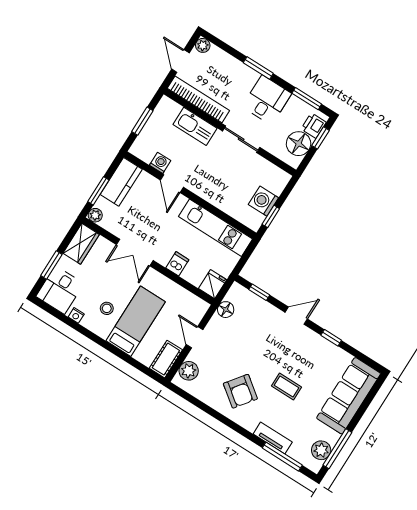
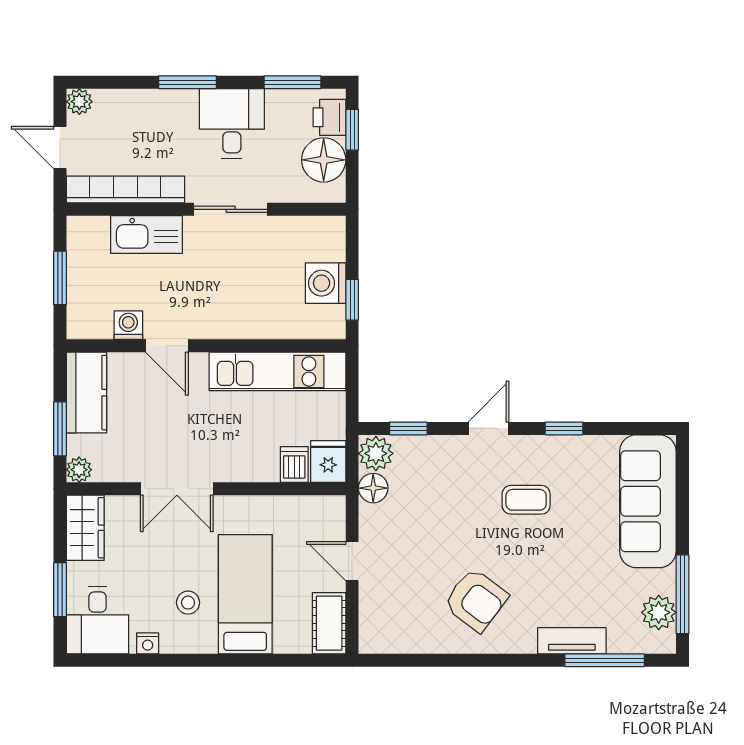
dishwasher: (177, 264) -> (294, 465), moved
plant: (189, 371) -> (376, 453), moved
coffee table: (286, 386) -> (526, 500), moved

